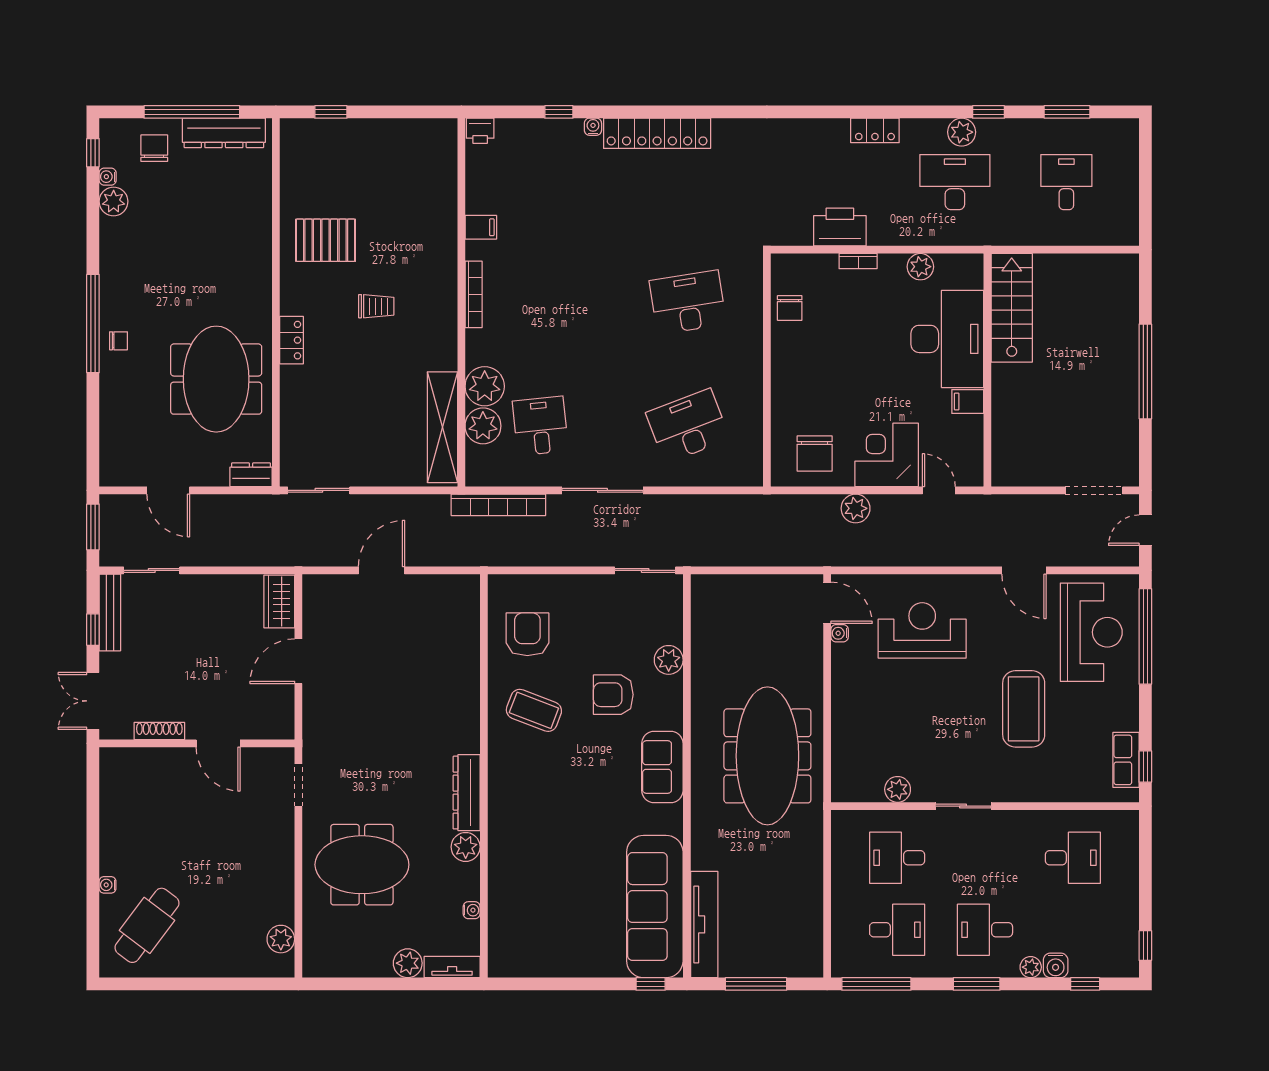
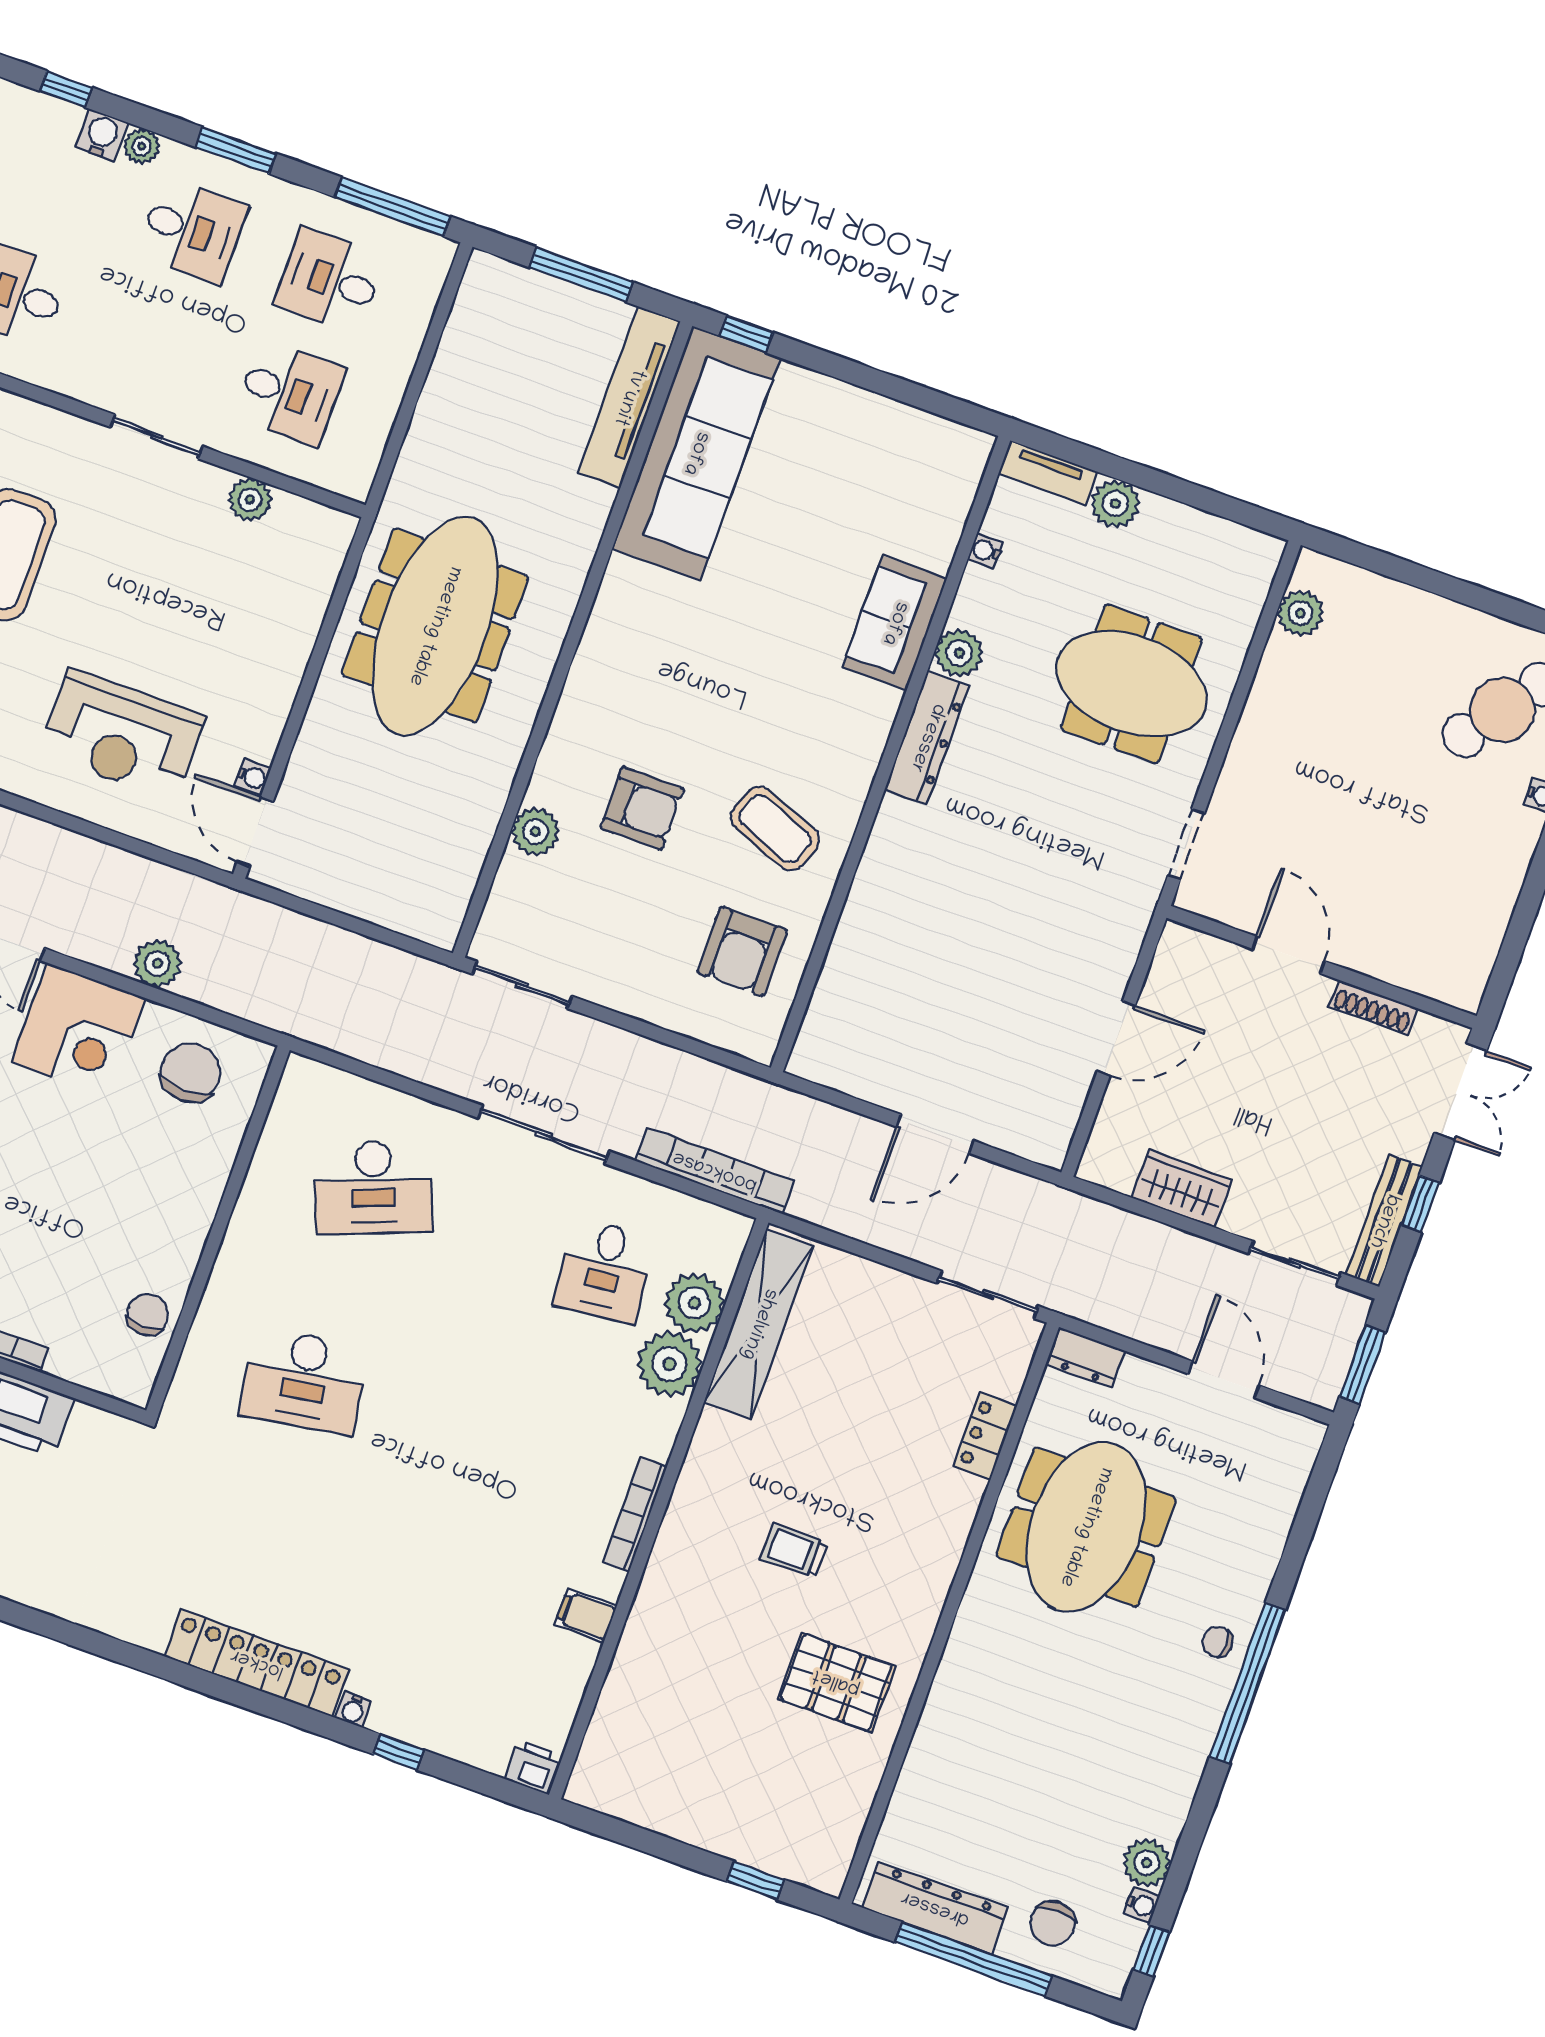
locker: (292, 340) -> (985, 1436), moved
wardrobe: (279, 602) -> (1182, 1189), moved, turned -90
sofa: (662, 767) -> (895, 623), moved, turned 180

